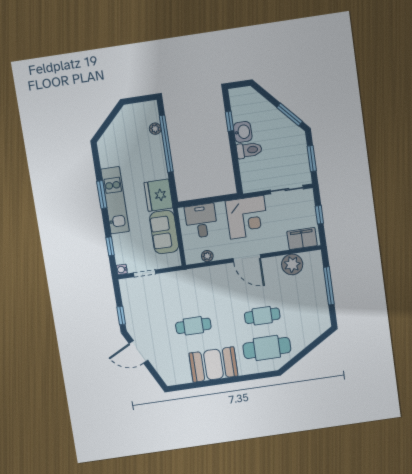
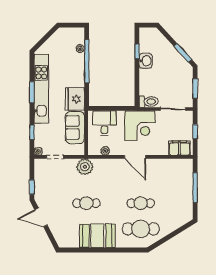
toilet: (249, 150) -> (149, 102), moved
kitchen unit: (115, 200) -> (41, 89), width x1.36
plant: (292, 264) -> (85, 167), moved

